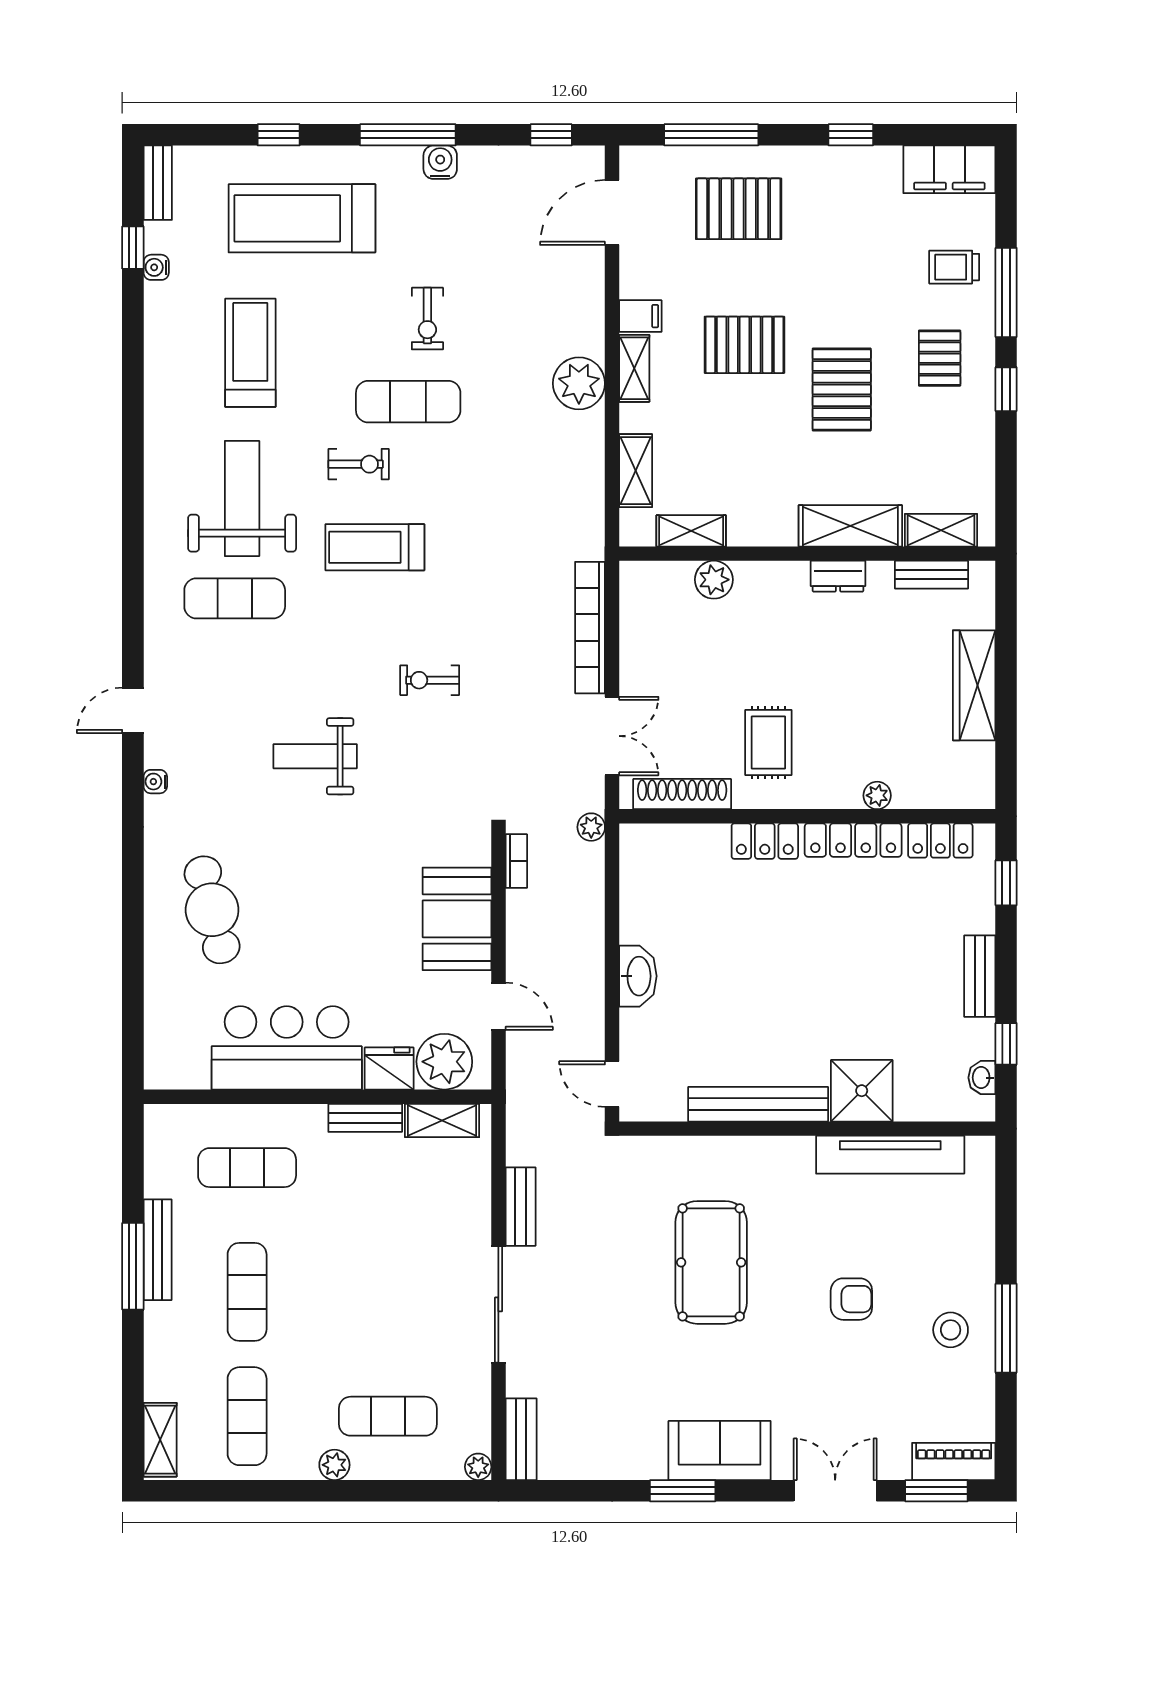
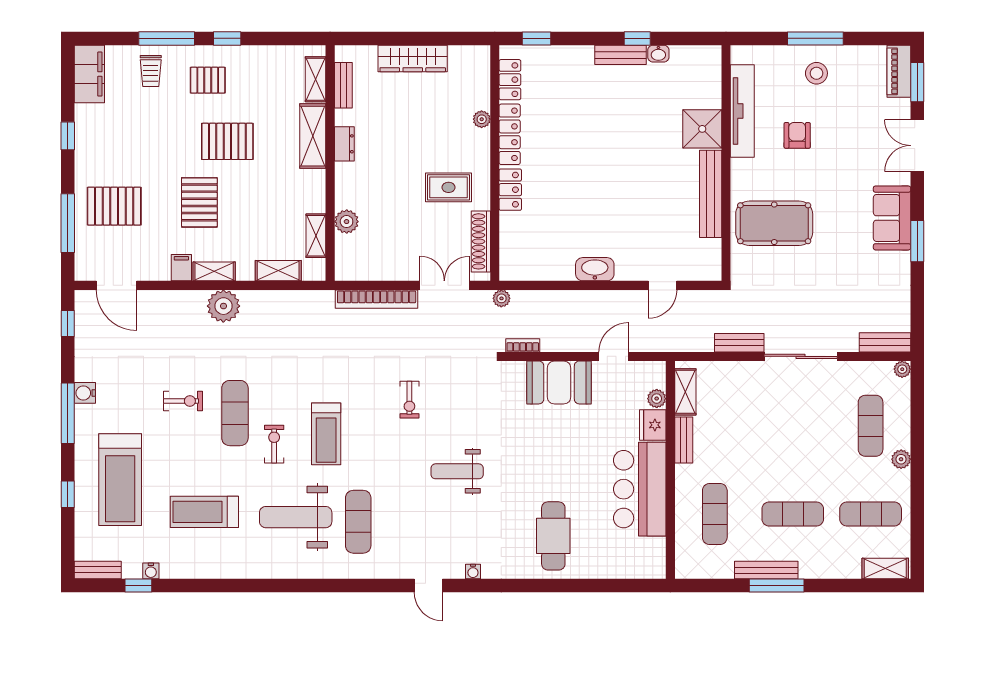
pallet: (739, 209) -> (114, 206), turned 90
weight bench: (315, 756) -> (457, 471), turned 90
cafe table: (212, 910) -> (553, 536), turned -76
bench: (980, 976) -> (621, 55), moved
plant: (444, 1062) -> (657, 399), width x0.53, depth x0.53
shower: (862, 1091) -> (702, 129), moved
bench: (758, 1104) -> (711, 194), moved
wall: (807, 1129) -> (726, 163), moved
tv unit: (890, 1155) -> (742, 111), moved

